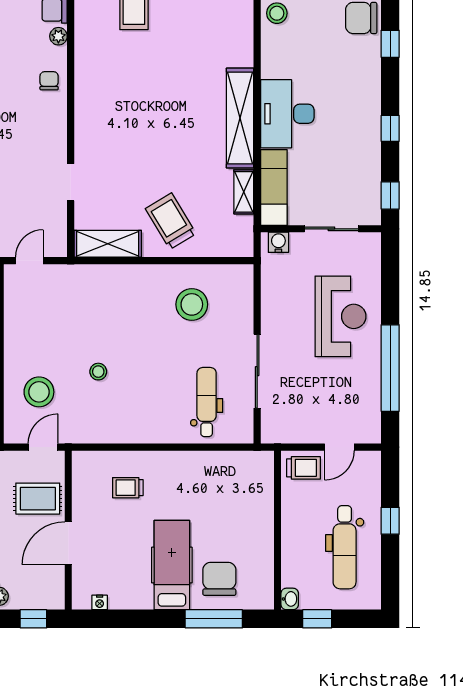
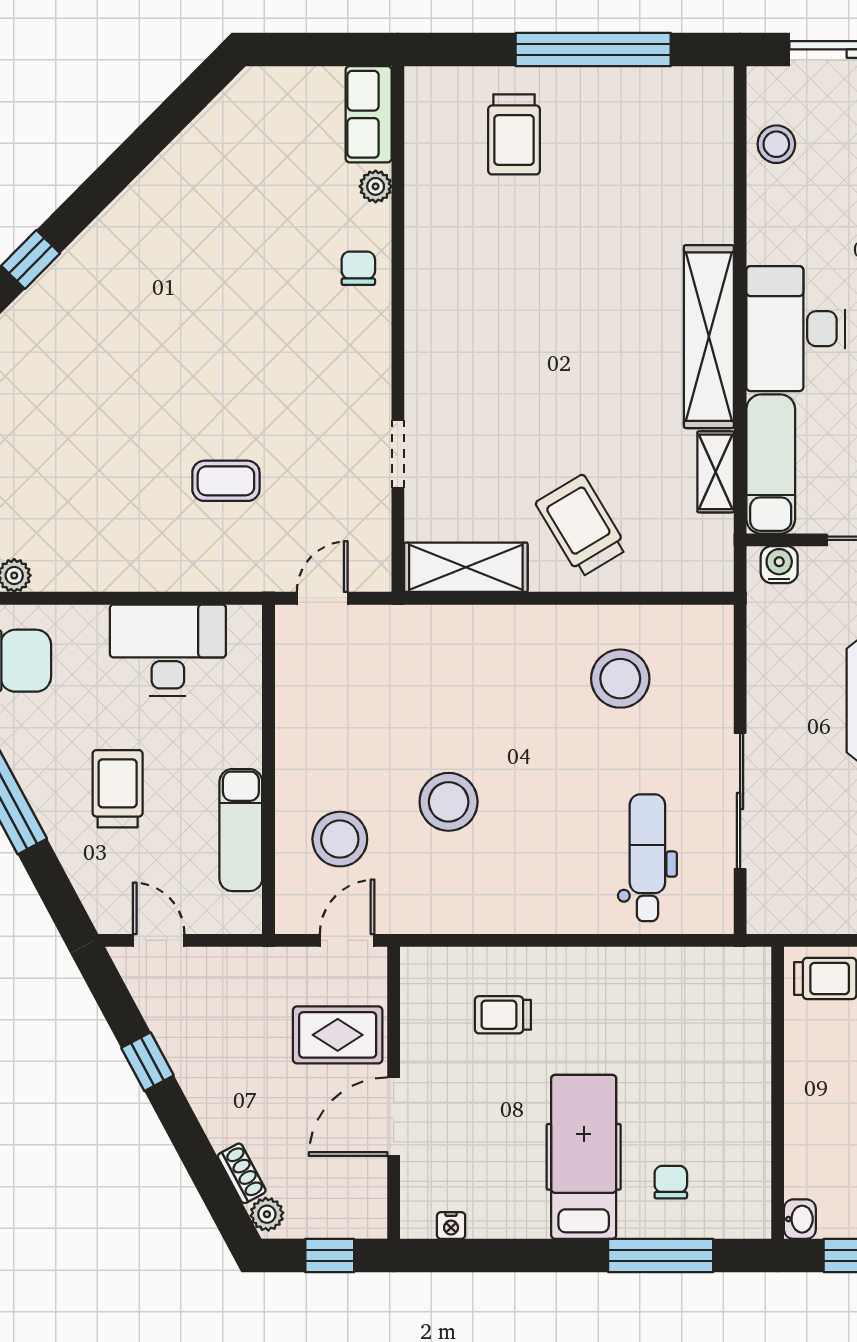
stool: (98, 372) -> (449, 802), width x1.89, depth x1.89
chair: (219, 579) -> (671, 1182), width x0.54, depth x0.54

